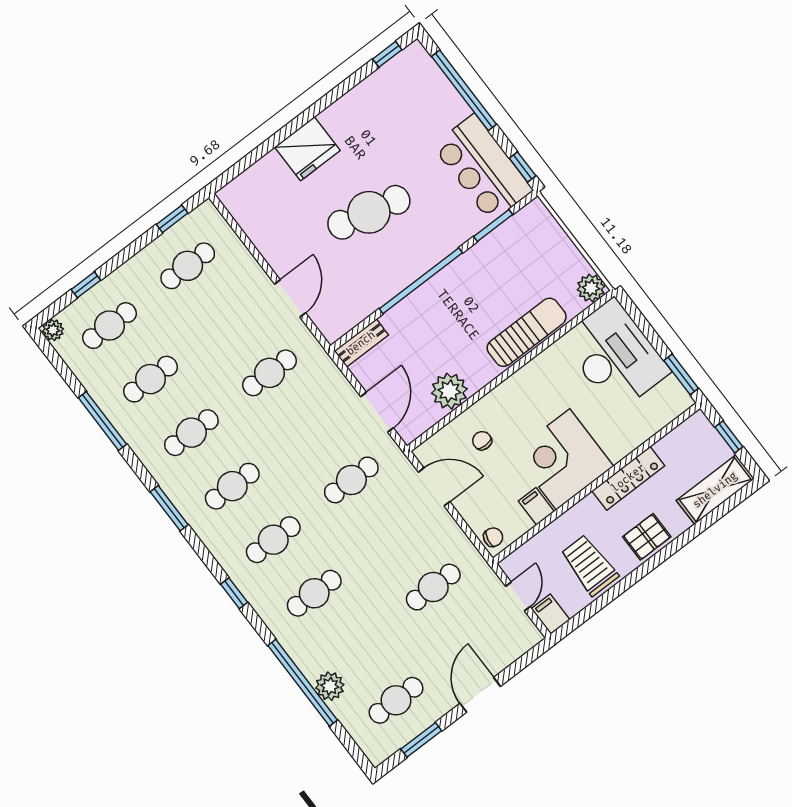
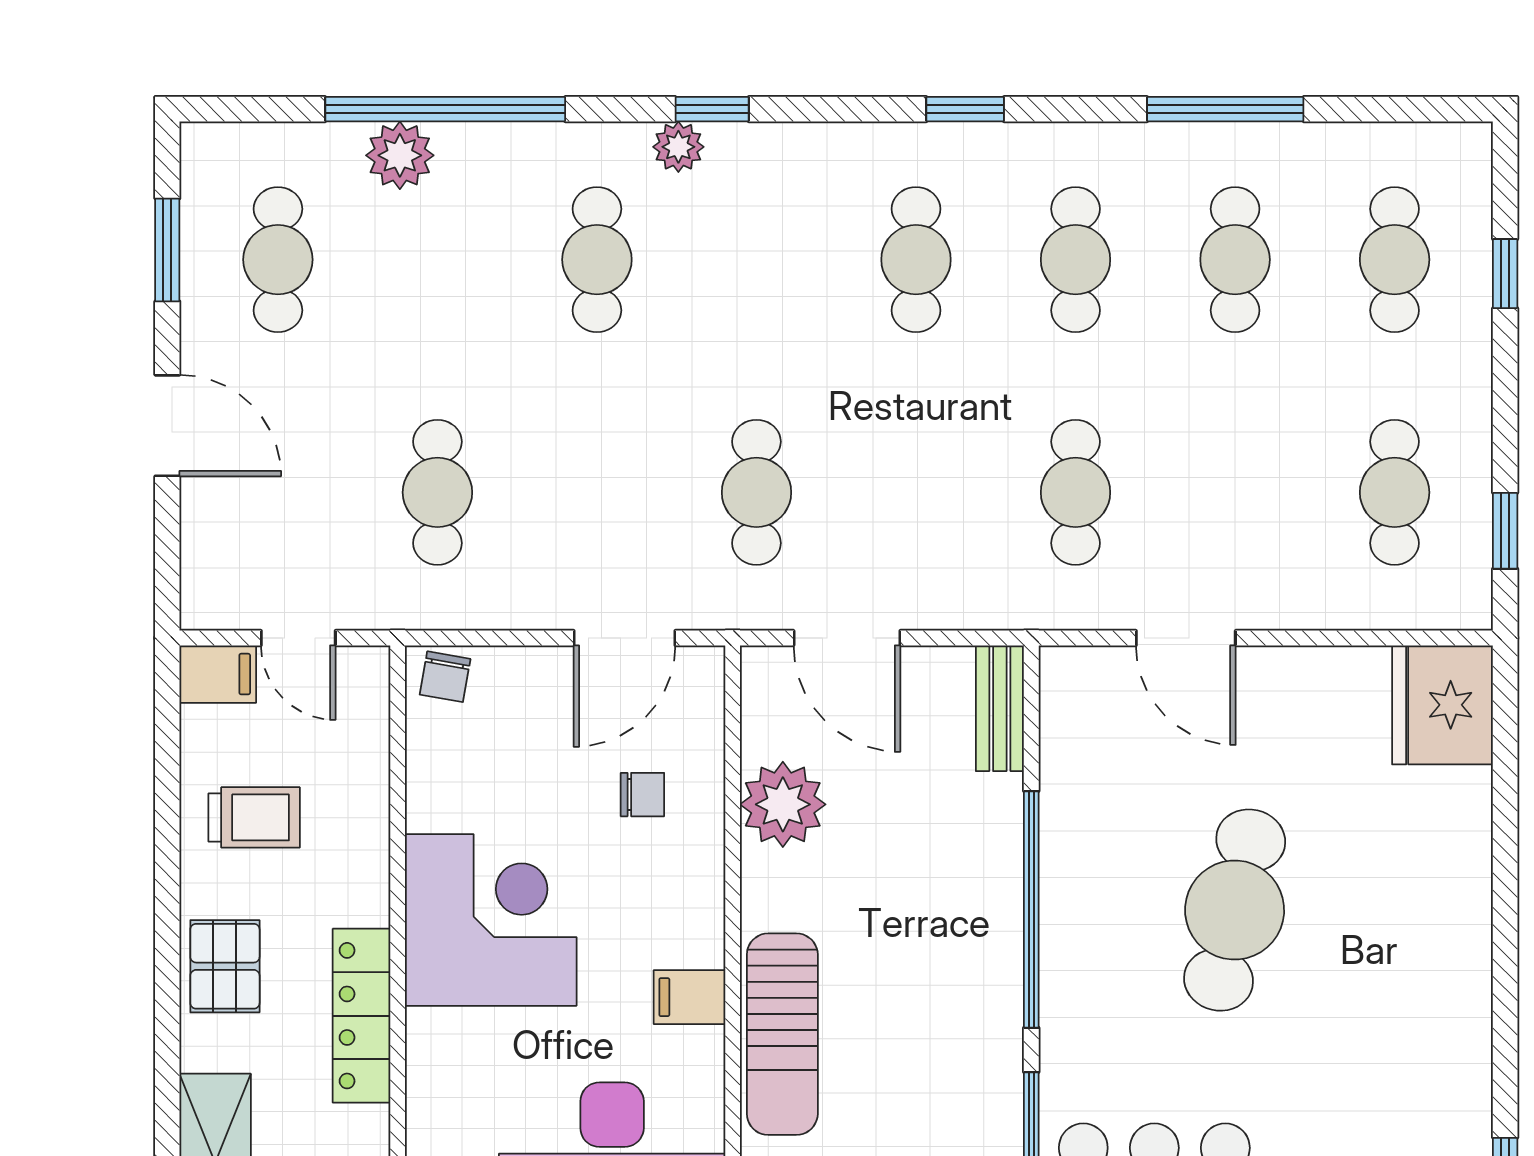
fridge: (307, 149) -> (1443, 705), moved
plant: (53, 330) -> (678, 147), moved
filing cabinet: (536, 506) -> (689, 997), moved, turned 180
window: (169, 508) -> (965, 109), width x0.67
cafe table: (273, 540) -> (756, 260), removed
trolley: (589, 565) -> (254, 817), width x0.73, depth x0.72

